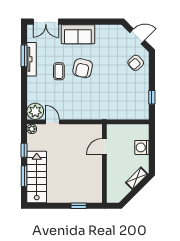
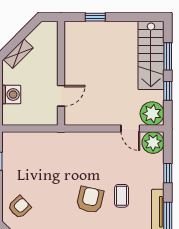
window: (24, 88) -> (168, 173), added
plant: (32, 129) -> (152, 114), width x1.87, depth x1.87

